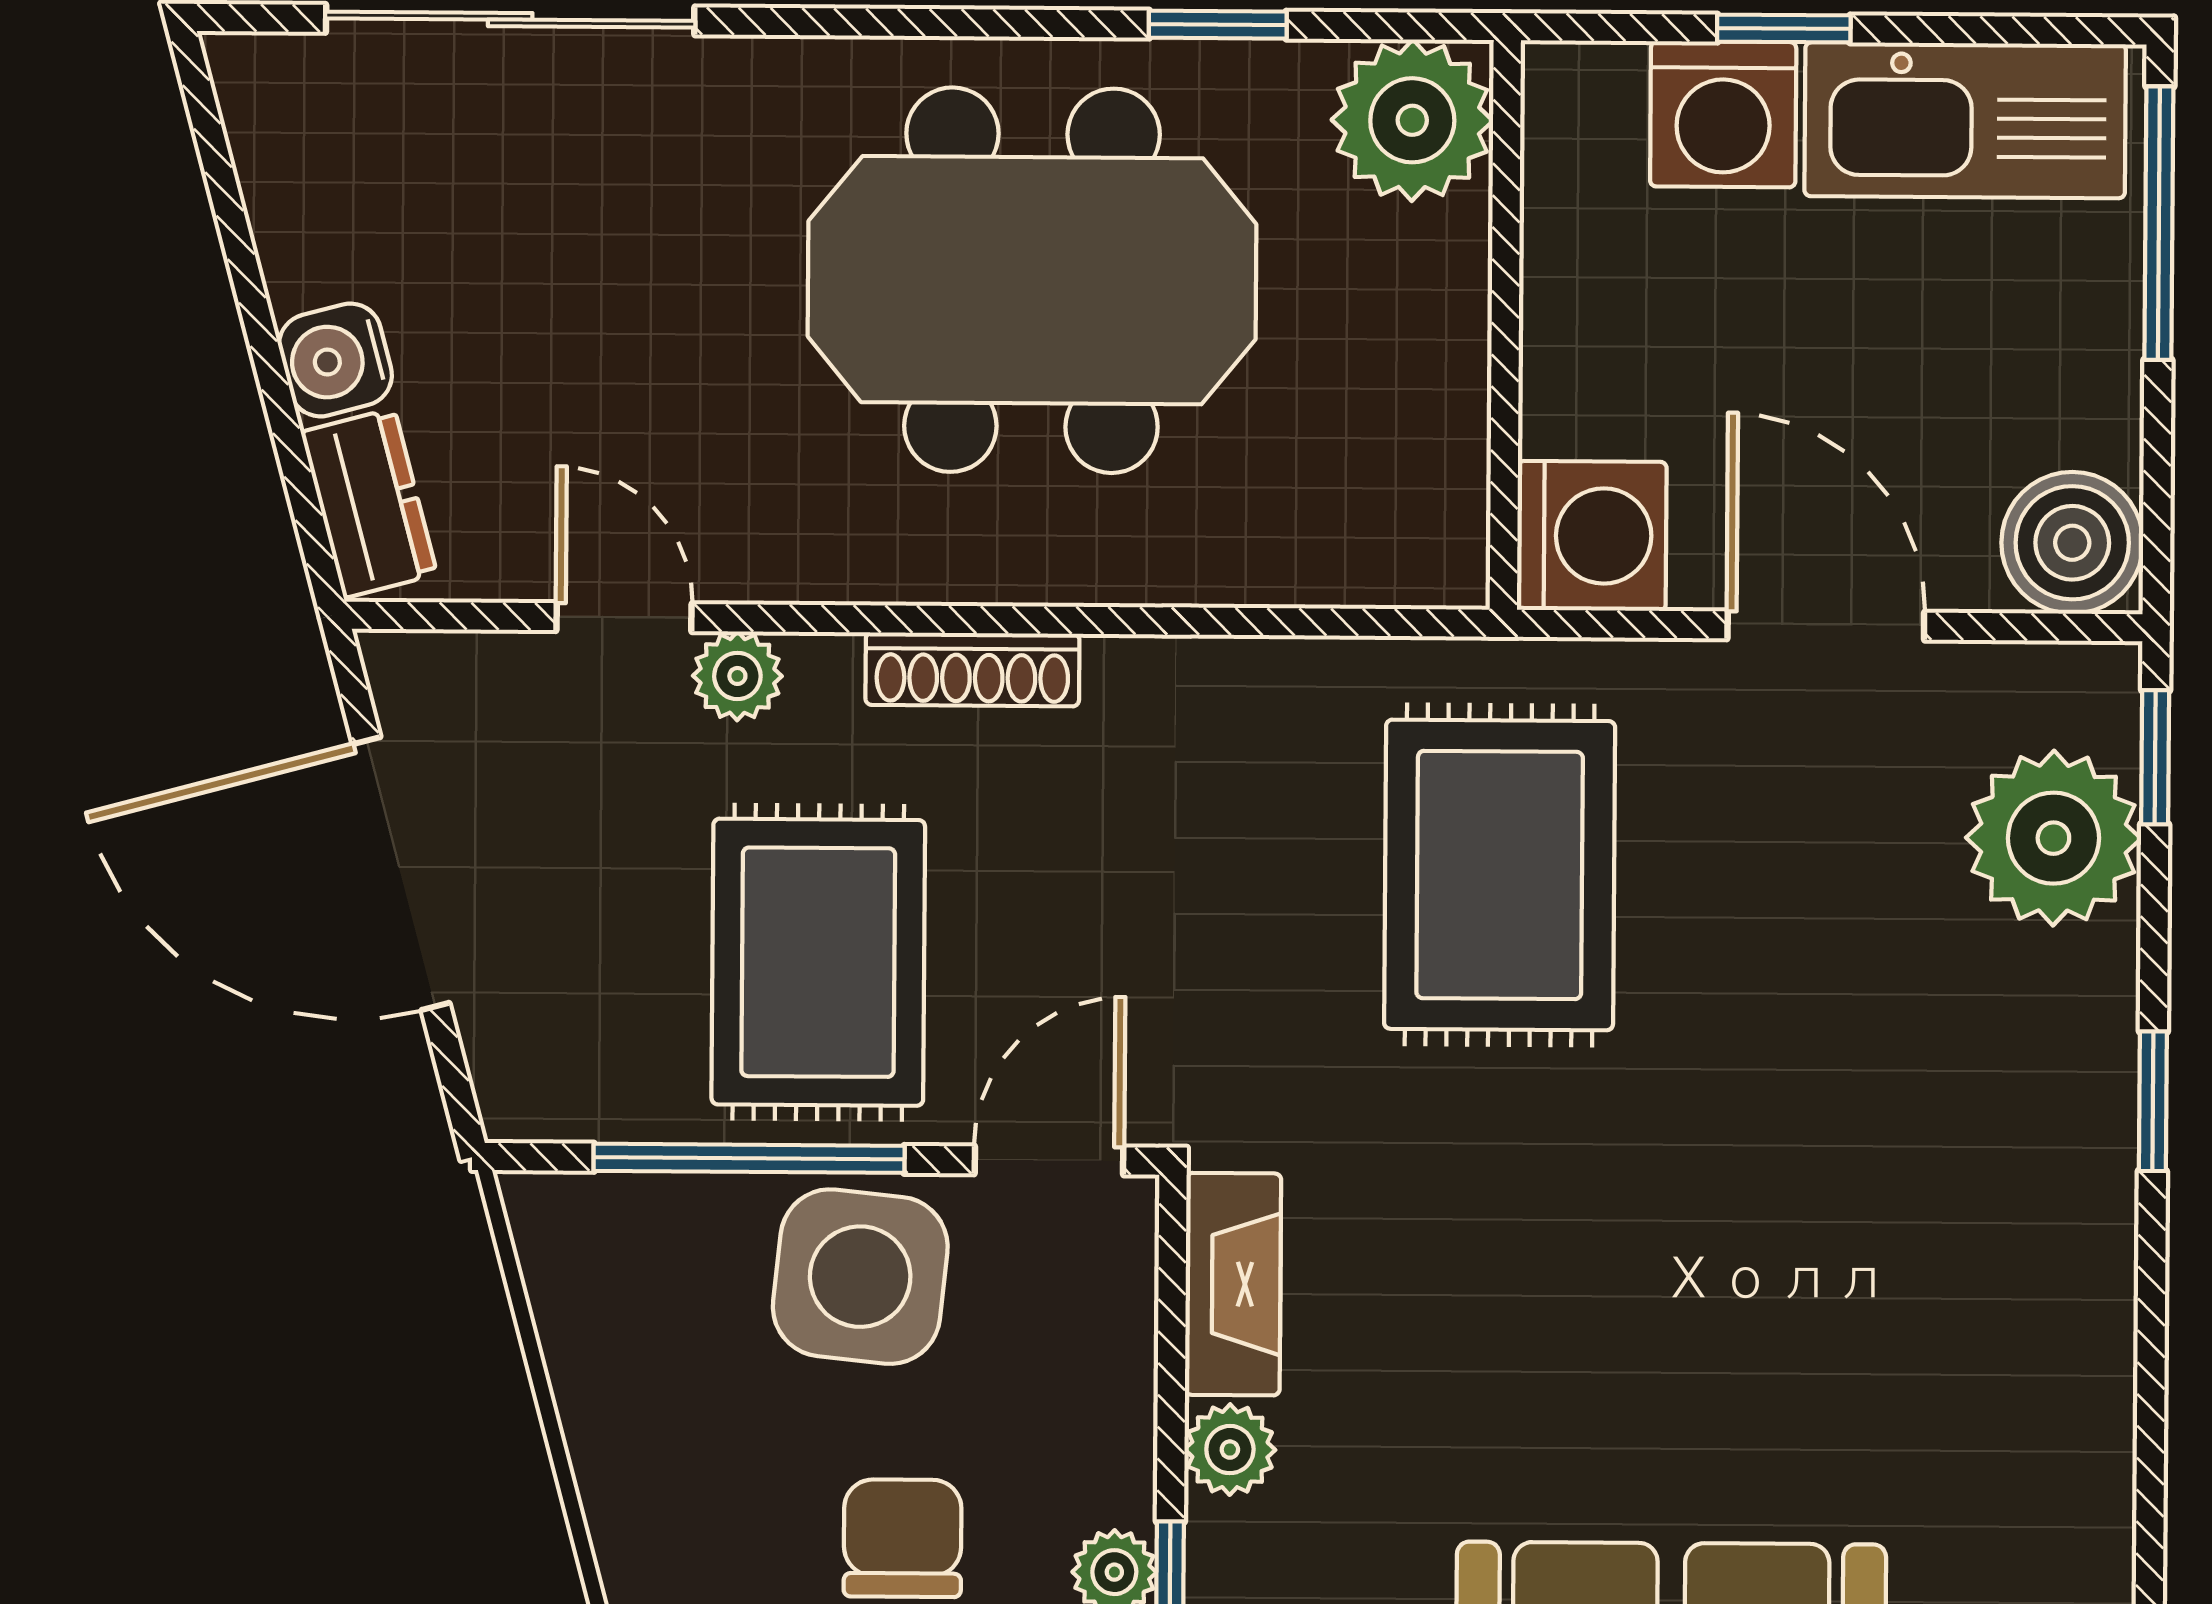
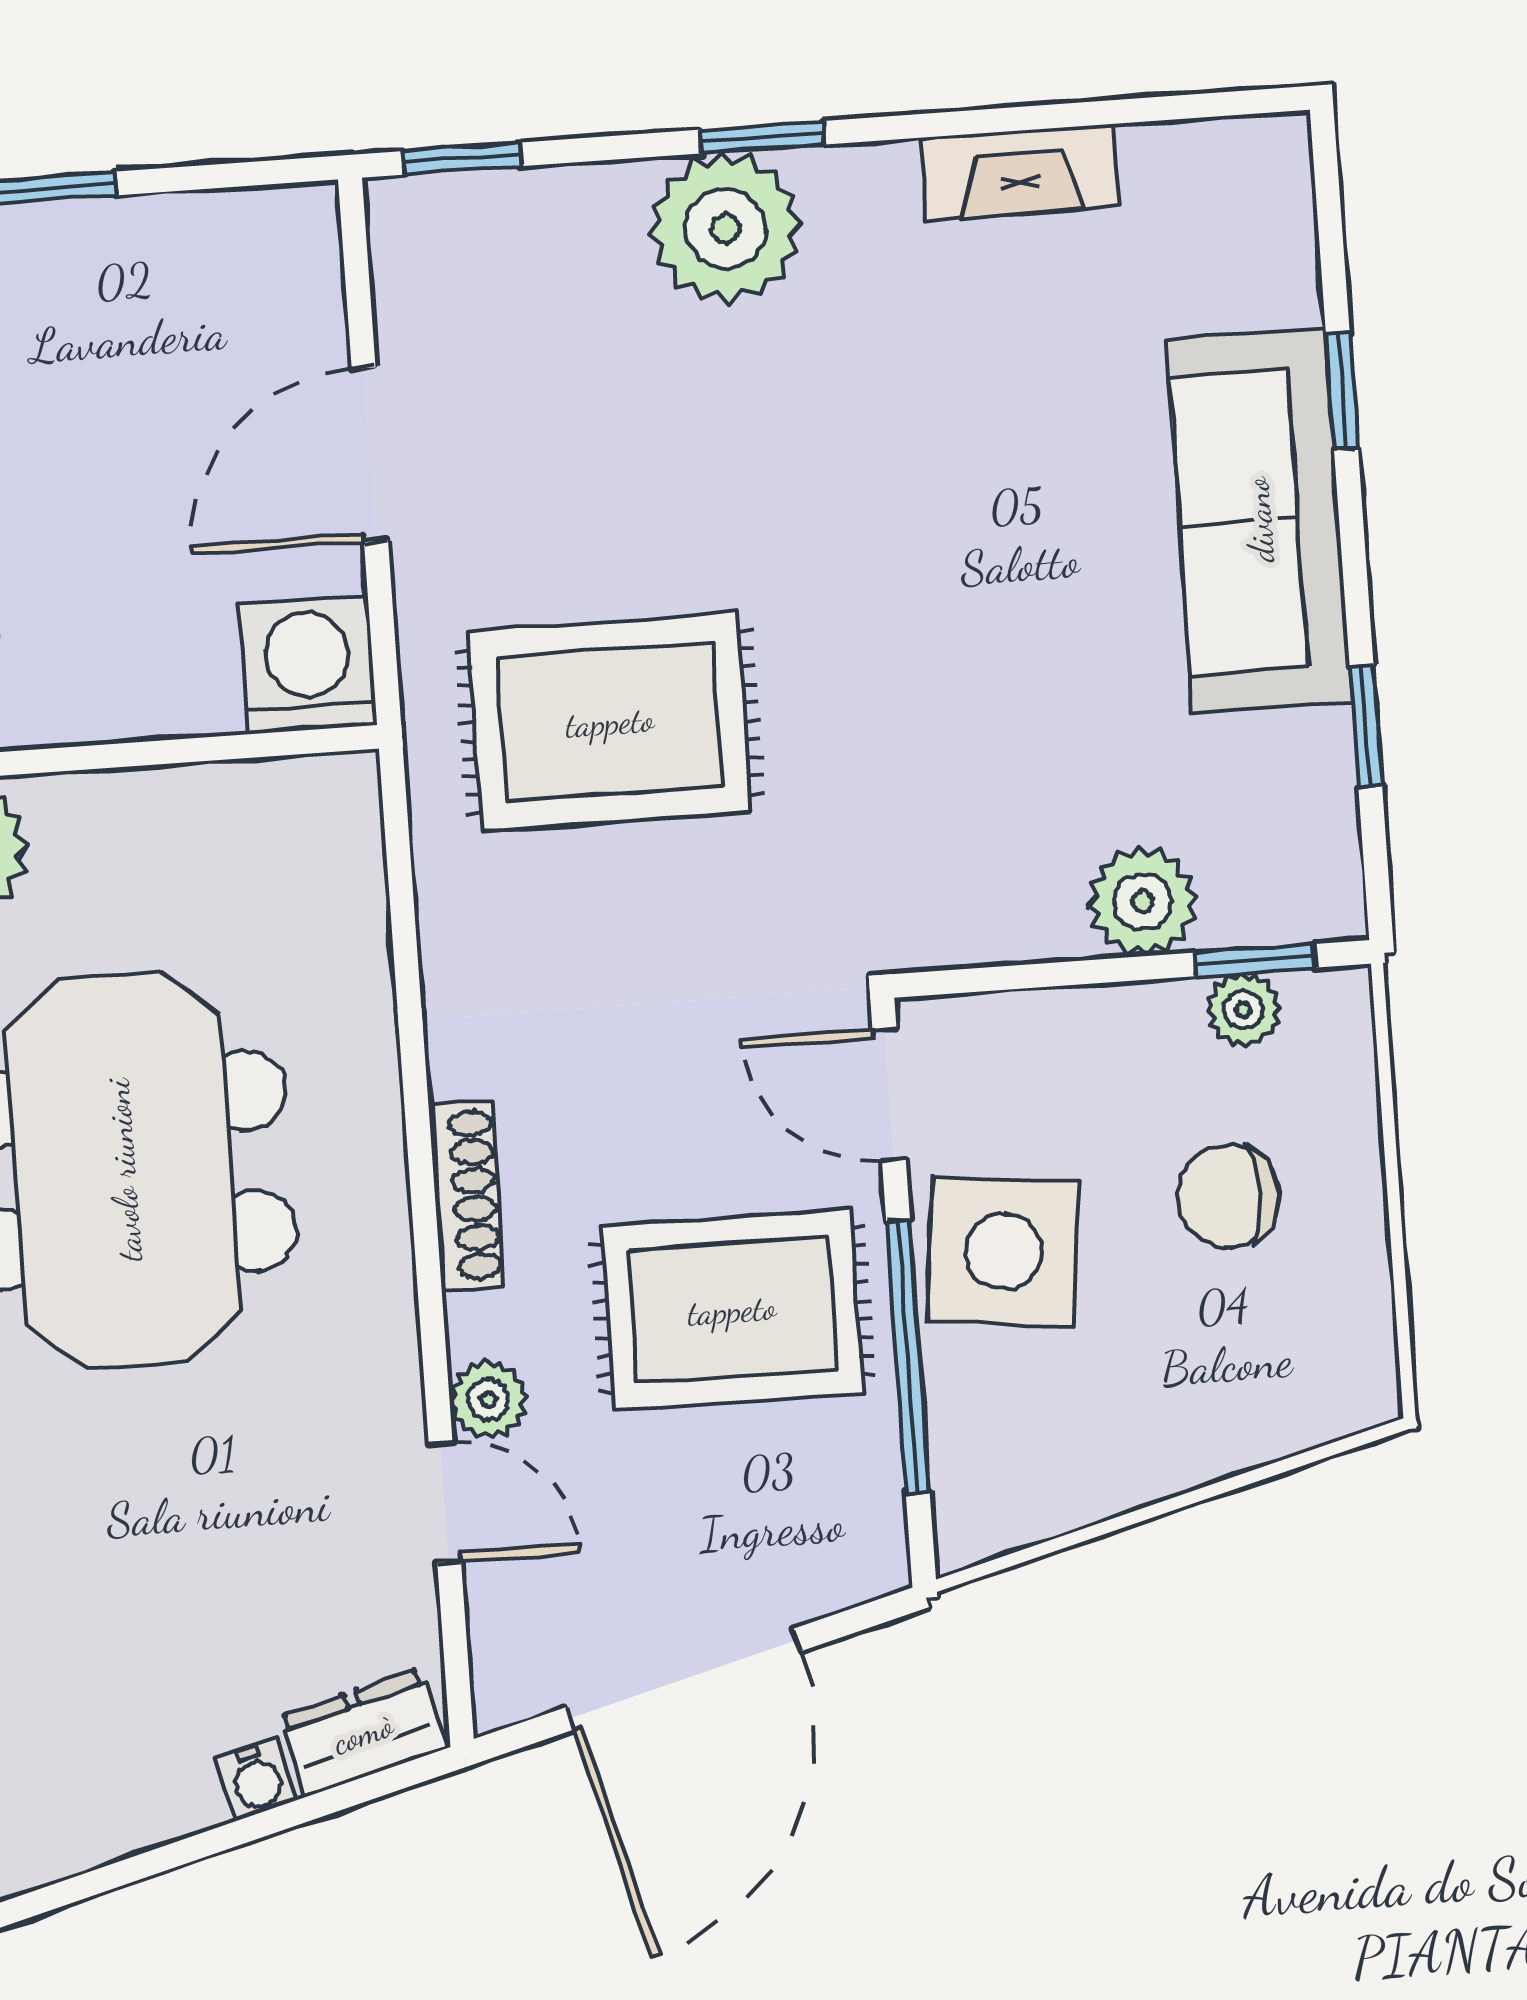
water cooler: (335, 360) -> (257, 1779), width x0.72, depth x0.72
boiler: (2072, 543) -> (281, 246), removed
door: (624, 617) -> (445, 1502), swing flipped
plant: (2053, 838) -> (725, 228), moved
fireplace: (1233, 1284) -> (1020, 172), moved, turned 180
plant: (1230, 1450) -> (1143, 901), width x1.38, depth x1.38

